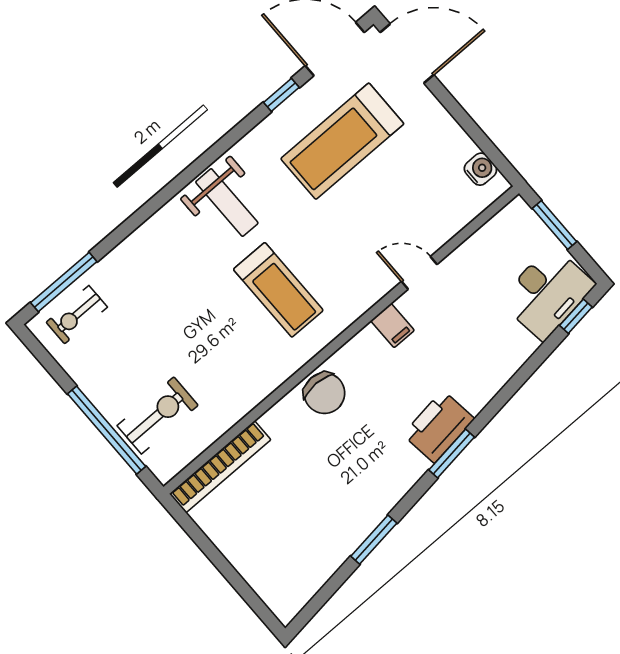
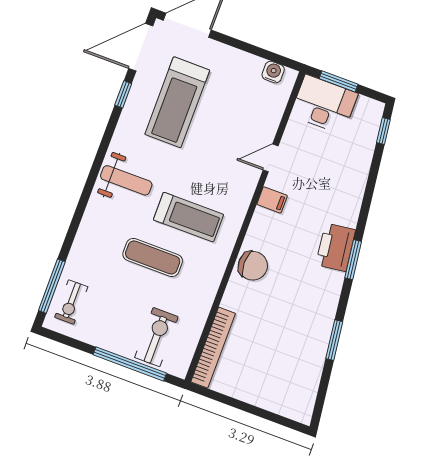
desk: (547, 293) -> (324, 104), moved, turned -83
exercise mat: (207, 315) -> (153, 257), added

